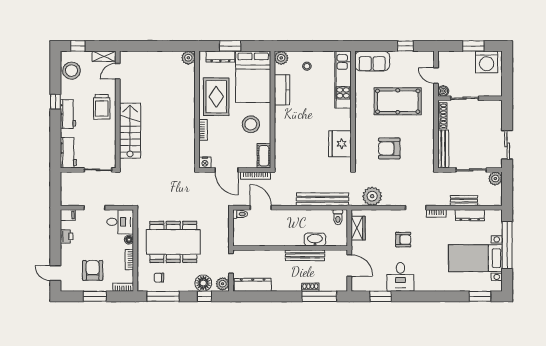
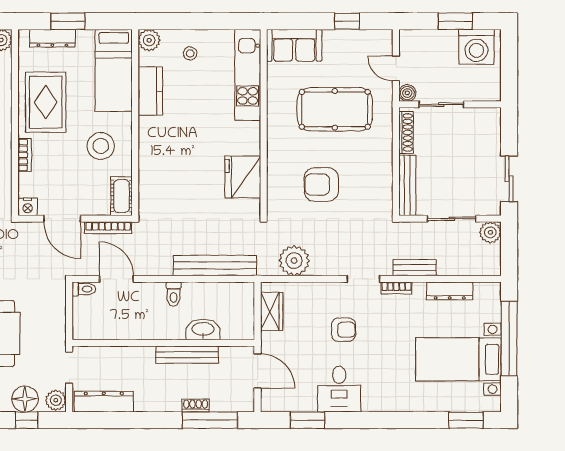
bed: (253, 77) -> (114, 70), width x0.67
bench: (464, 201) -> (415, 268), moved
toilet: (338, 217) -> (174, 294), moved

